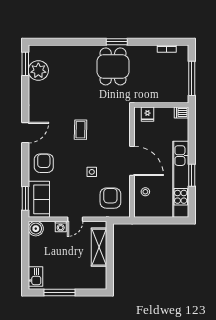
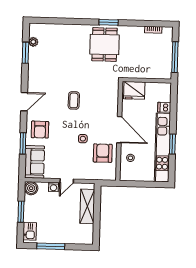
window: (25, 64) -> (25, 53), moved
plant: (38, 70) -> (33, 42), width x0.53, depth x0.53
dishwasher: (181, 112) -> (164, 107), moved
fridge: (147, 114) -> (134, 90), width x1.88, depth x1.34
armchair: (44, 163) -> (40, 130), turned 180
window: (25, 198) -> (23, 143), moved
armchair: (110, 198) -> (103, 153), moved
window: (25, 255) -> (21, 212), added

